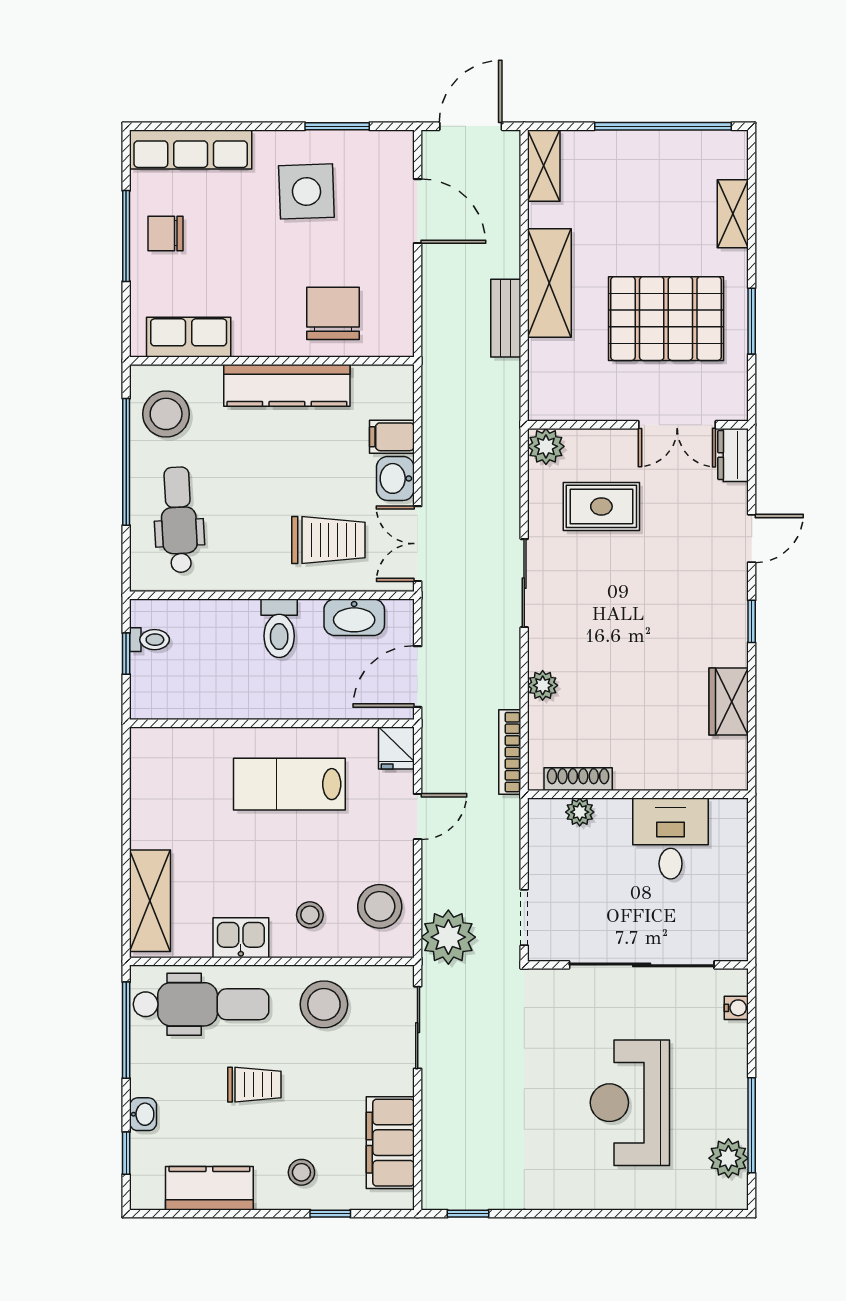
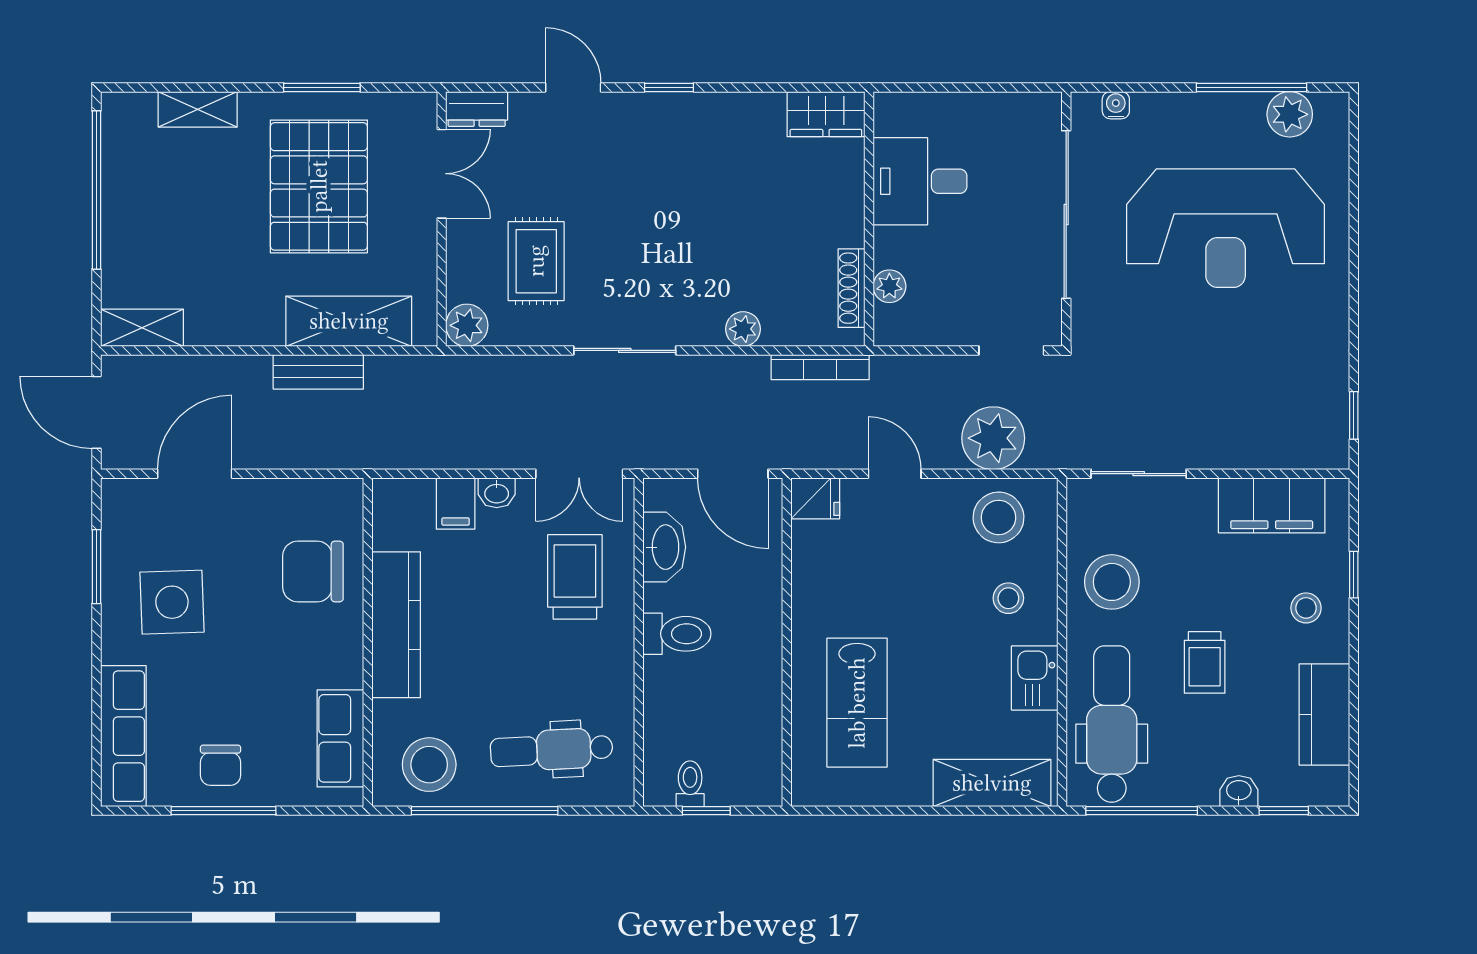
shelving: (549, 283) -> (349, 321), moved
washbasin: (395, 478) -> (497, 493), width x0.72, depth x0.69
wardrobe: (729, 701) -> (826, 114), moved
lab bench: (289, 784) -> (857, 703), moved
plant: (448, 937) -> (993, 438), moved
trolley: (254, 1085) -> (1205, 662), turned 180
reception desk: (630, 1103) -> (1226, 228), width x1.36, depth x1.30

